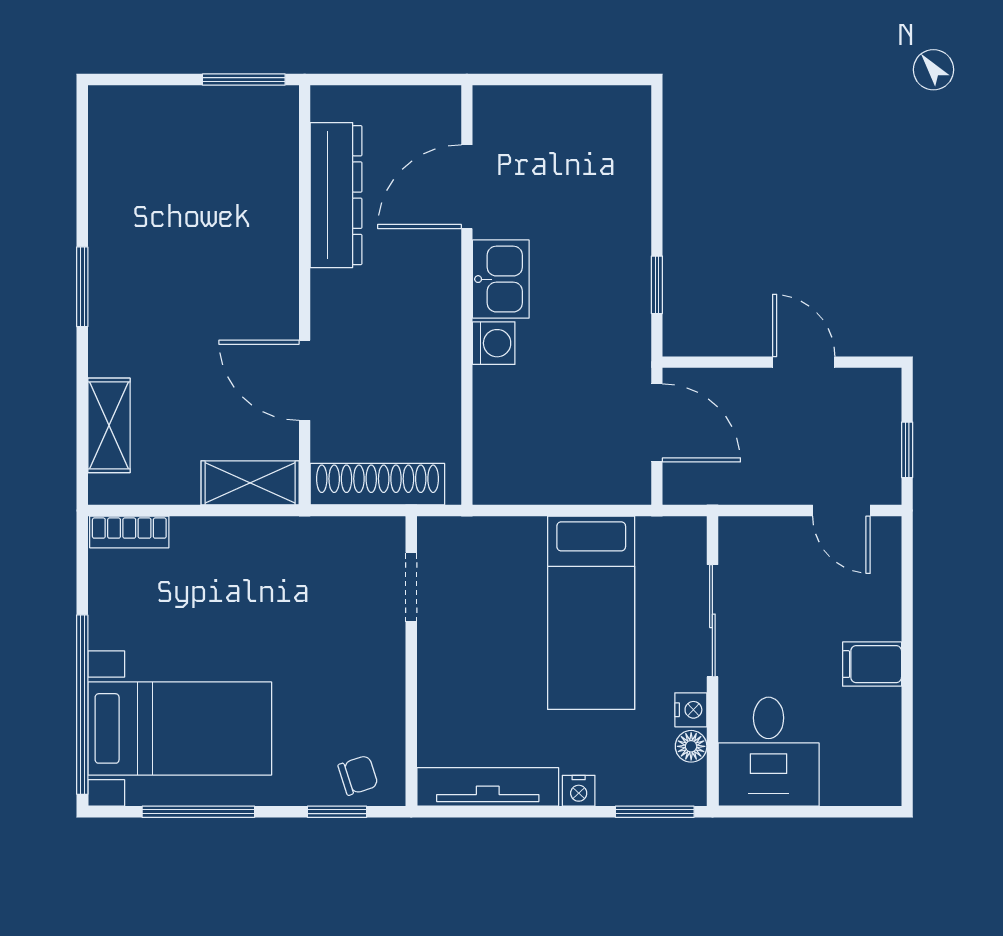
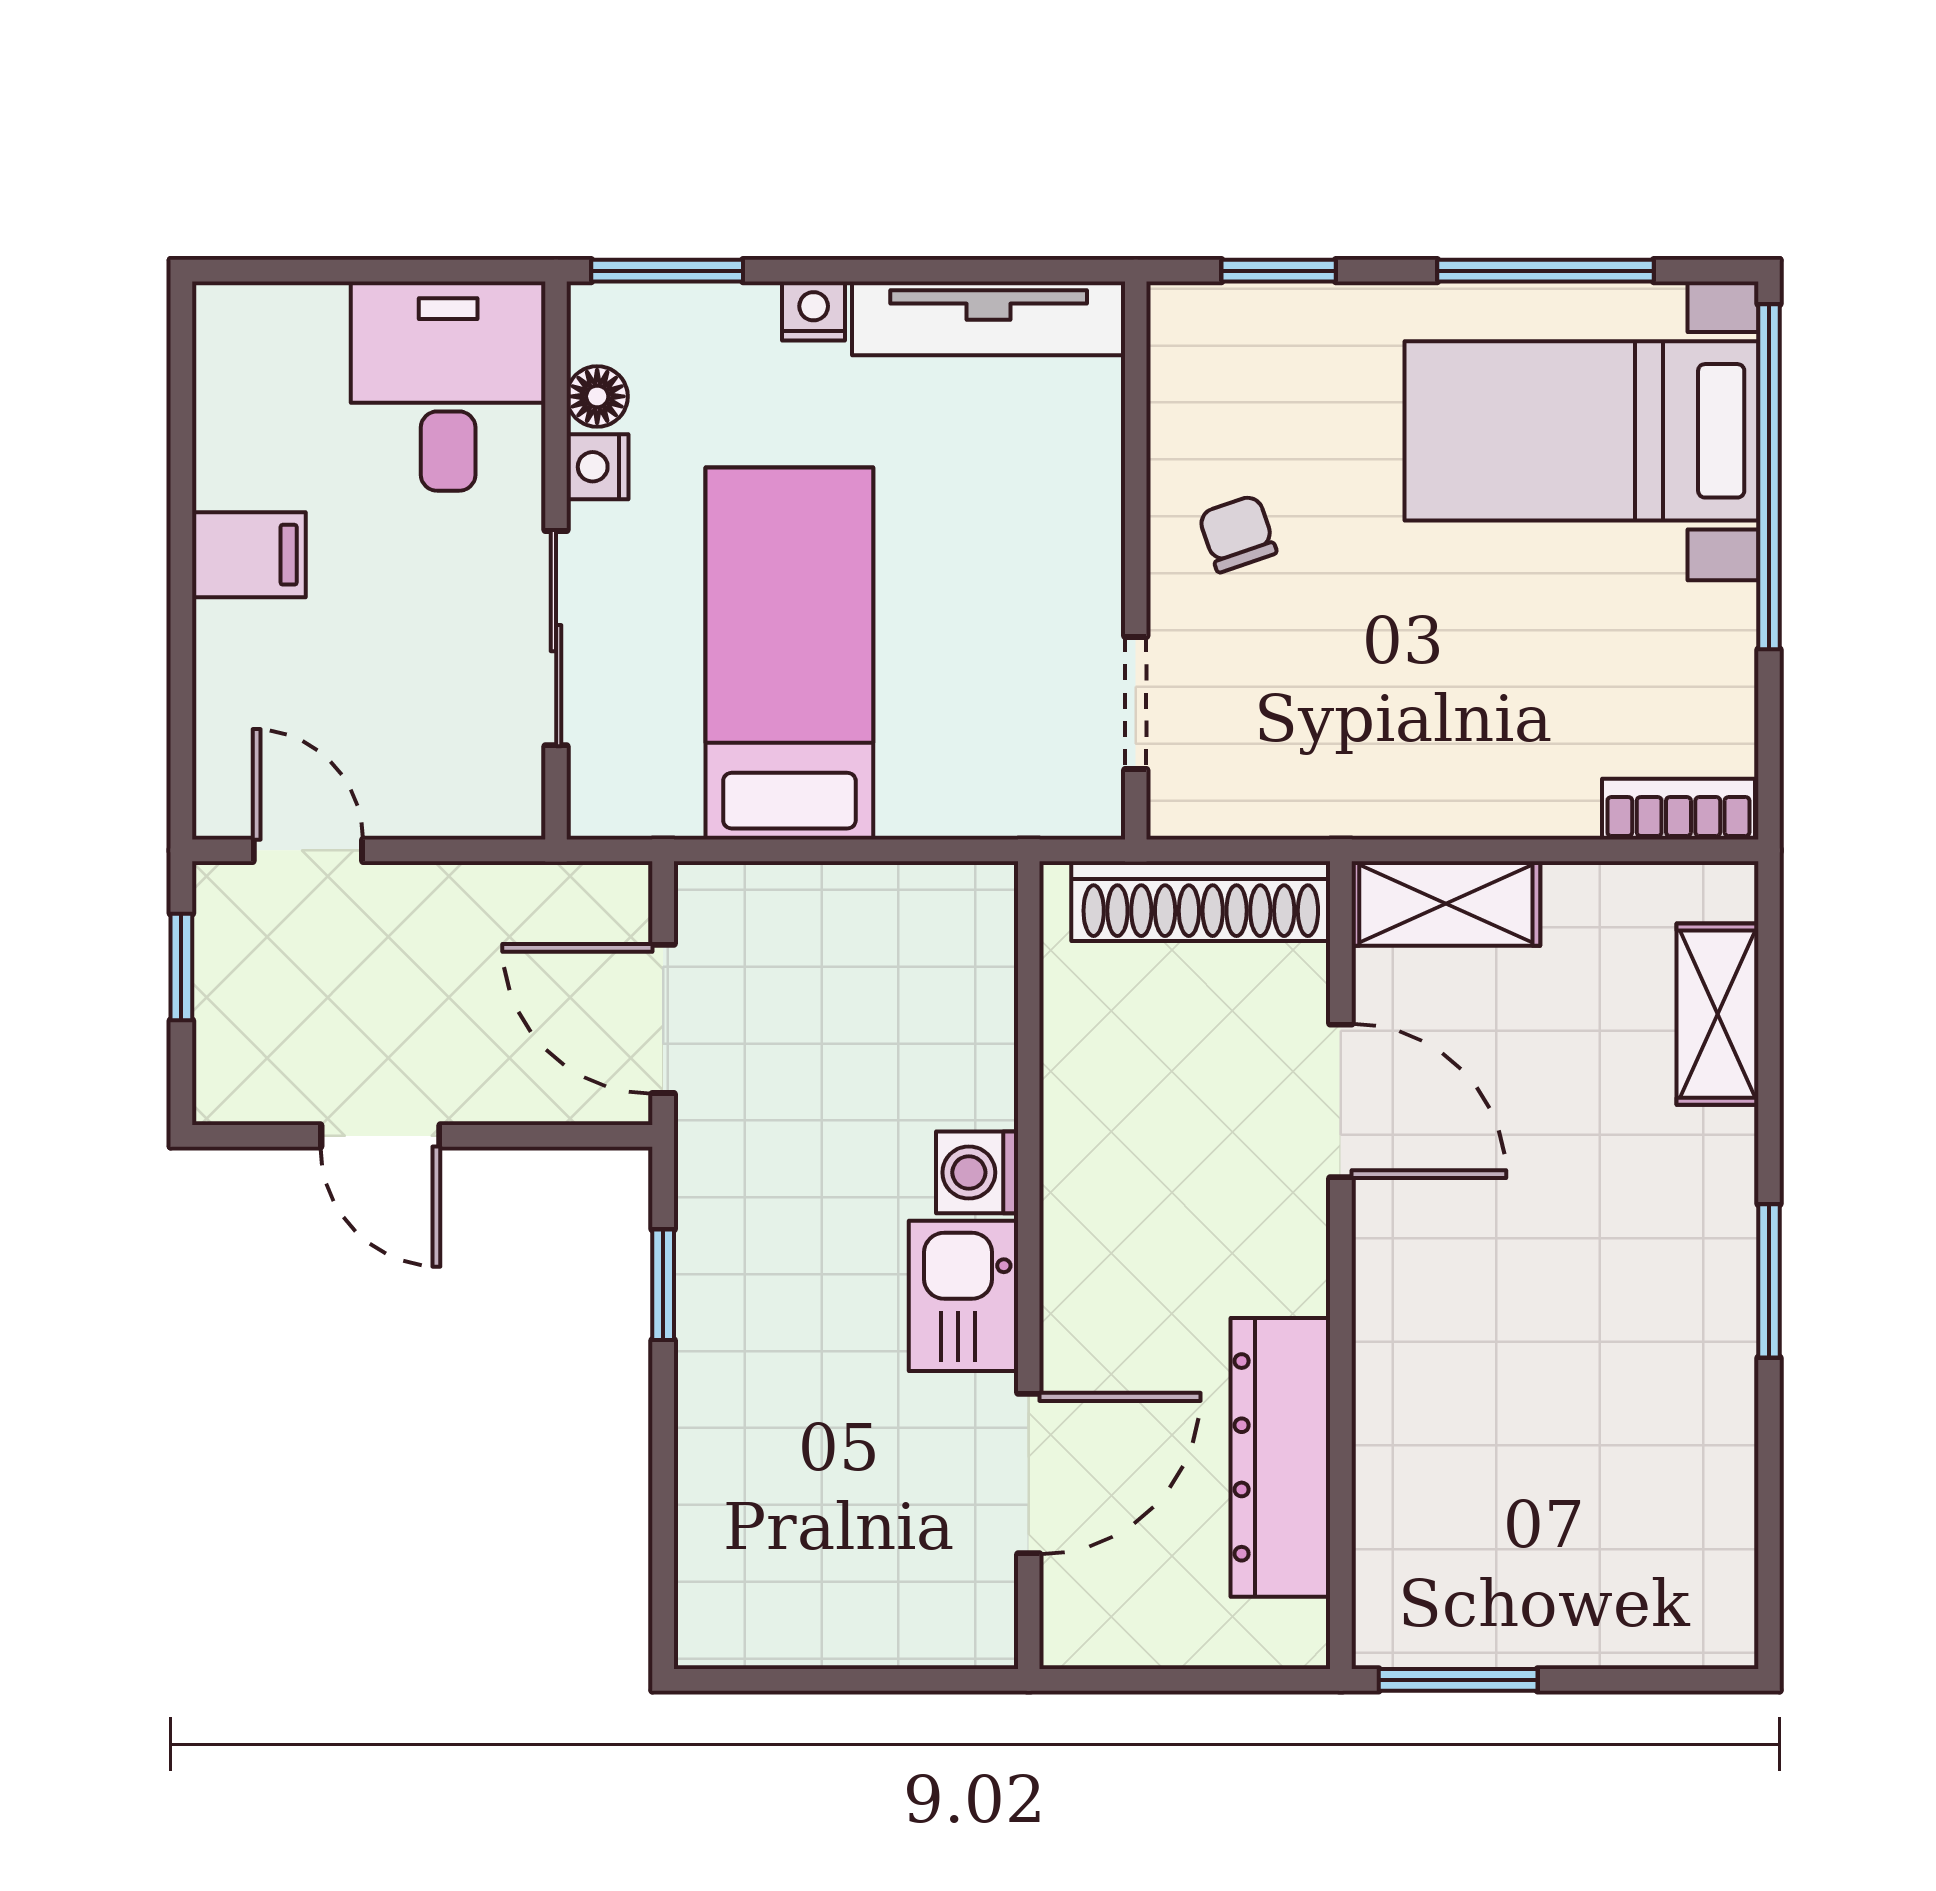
chair: (358, 775) -> (1237, 534), moved, turned 89

